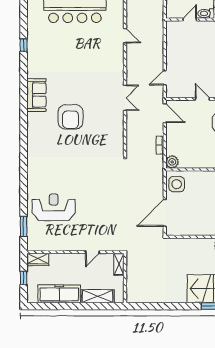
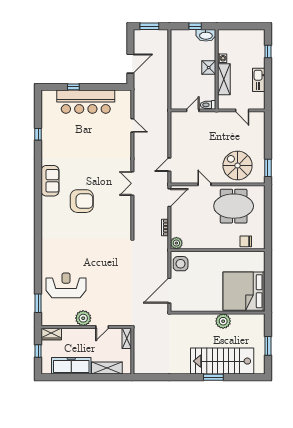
double door: (125, 98) -> (132, 183), swing flipped
door: (165, 113) -> (169, 198), hinge flipped
armchair: (71, 117) -> (82, 201), turned -90
plant: (72, 243) -> (83, 318), added

